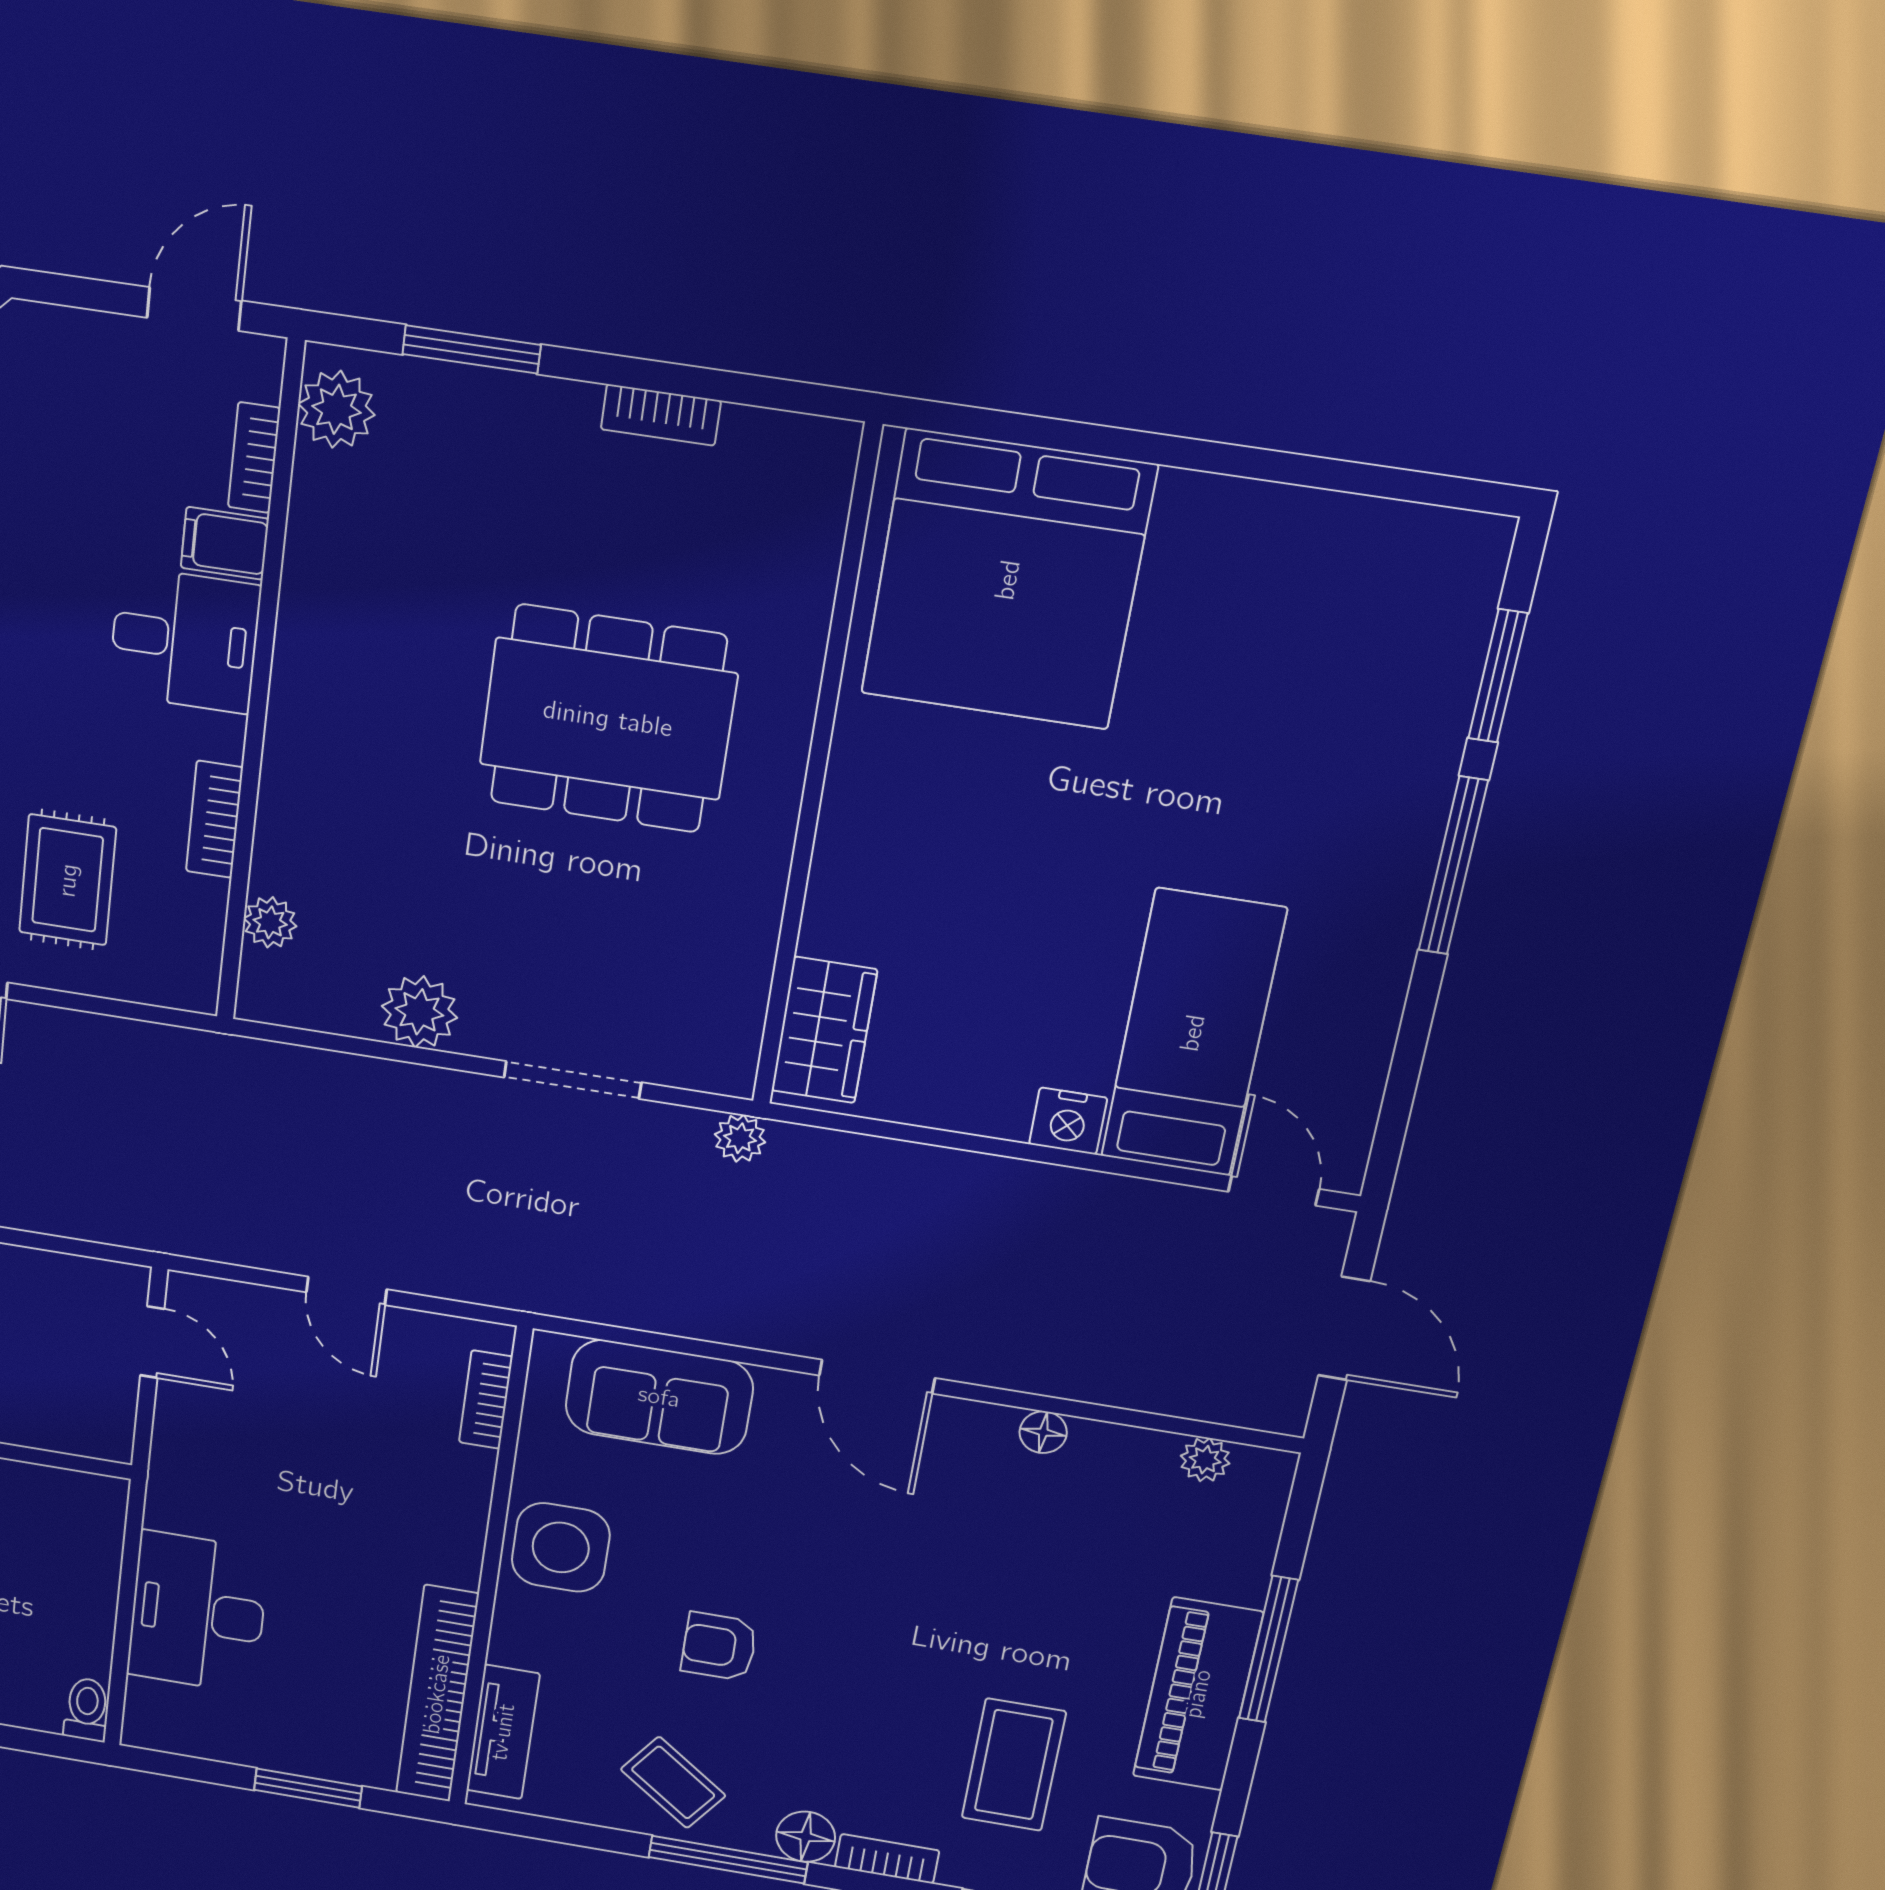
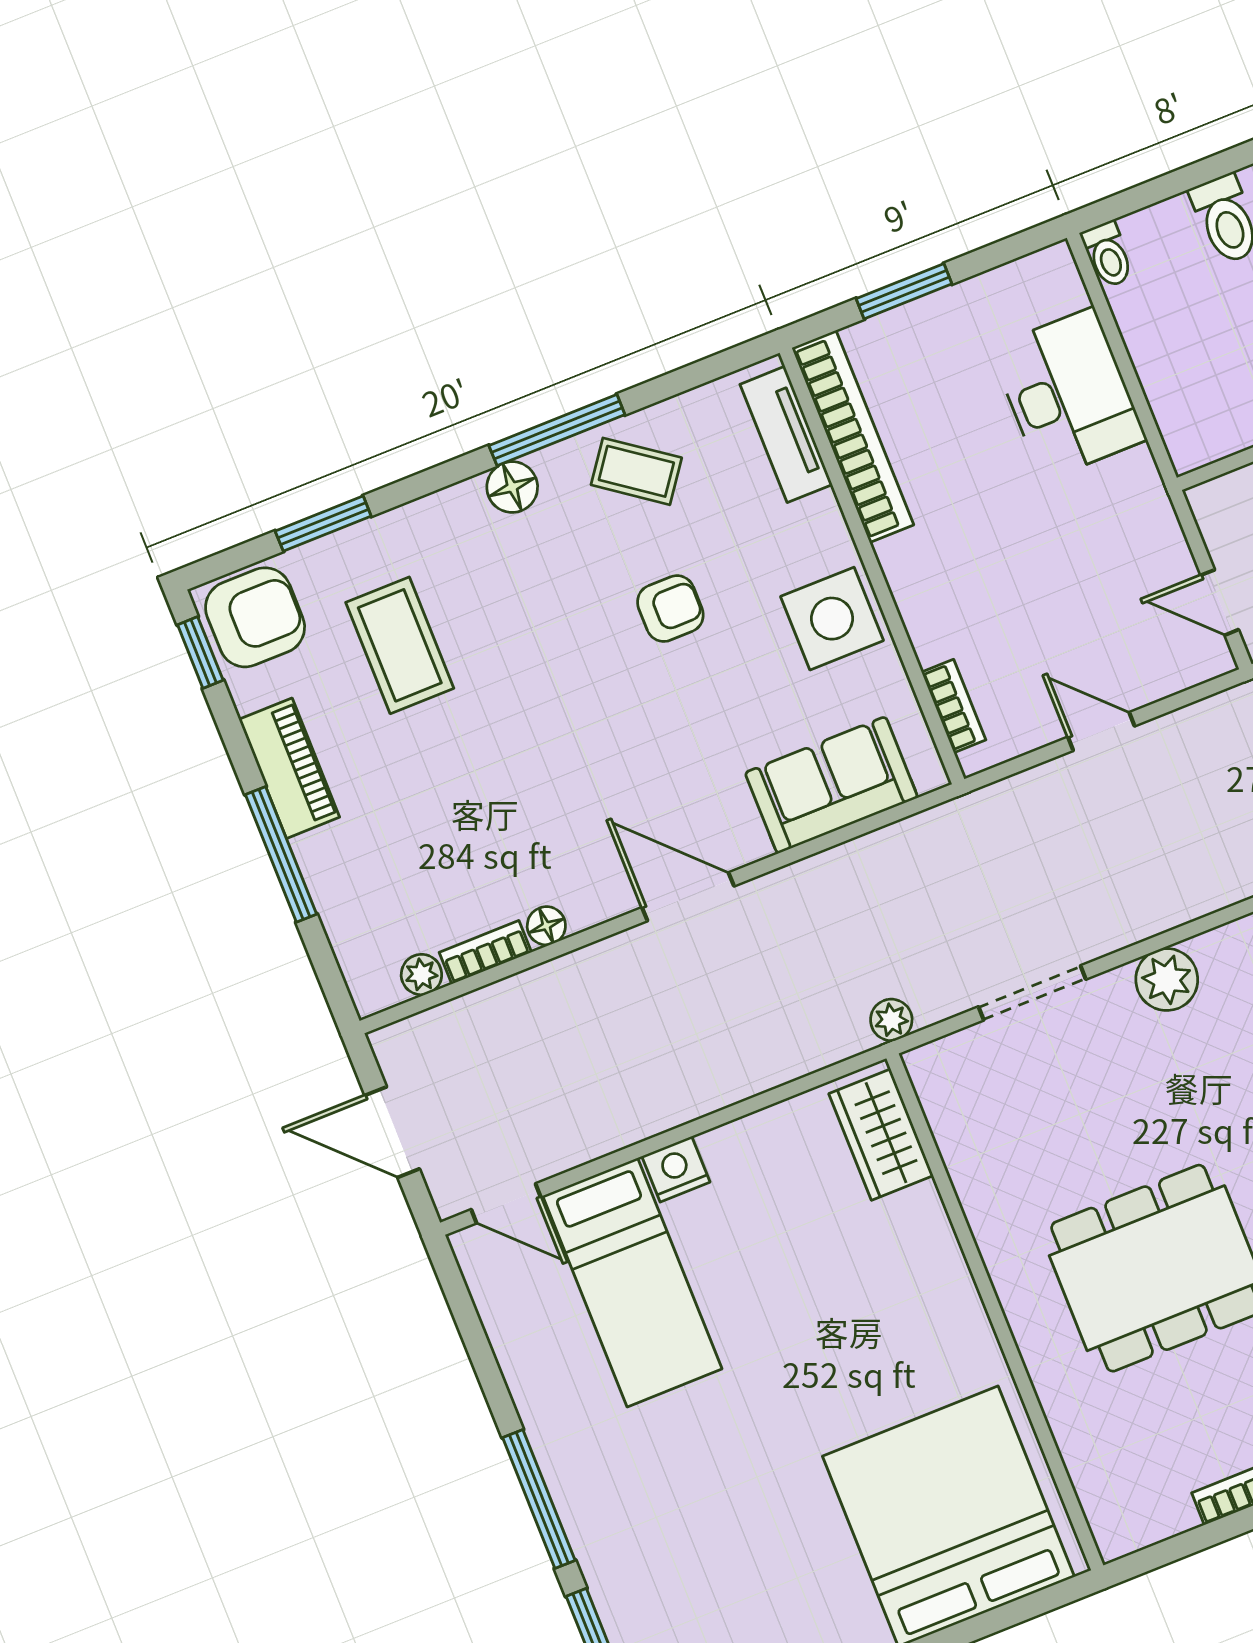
piano: (1198, 1694) -> (289, 768), width x0.73, depth x0.75
bookcase: (887, 1859) -> (485, 952), moved, turned 180

